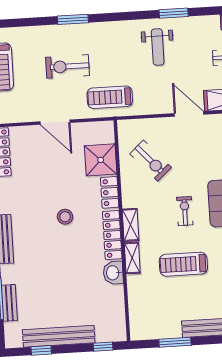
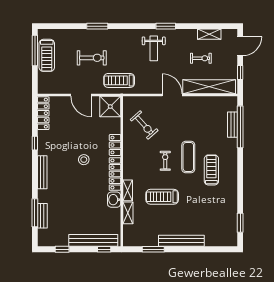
exercise bike: (68, 66) -> (92, 58), turned 180
shower: (101, 160) -> (110, 107), moved
shelving: (131, 225) -> (128, 213), moved
bench: (59, 336) -> (93, 240), moved

